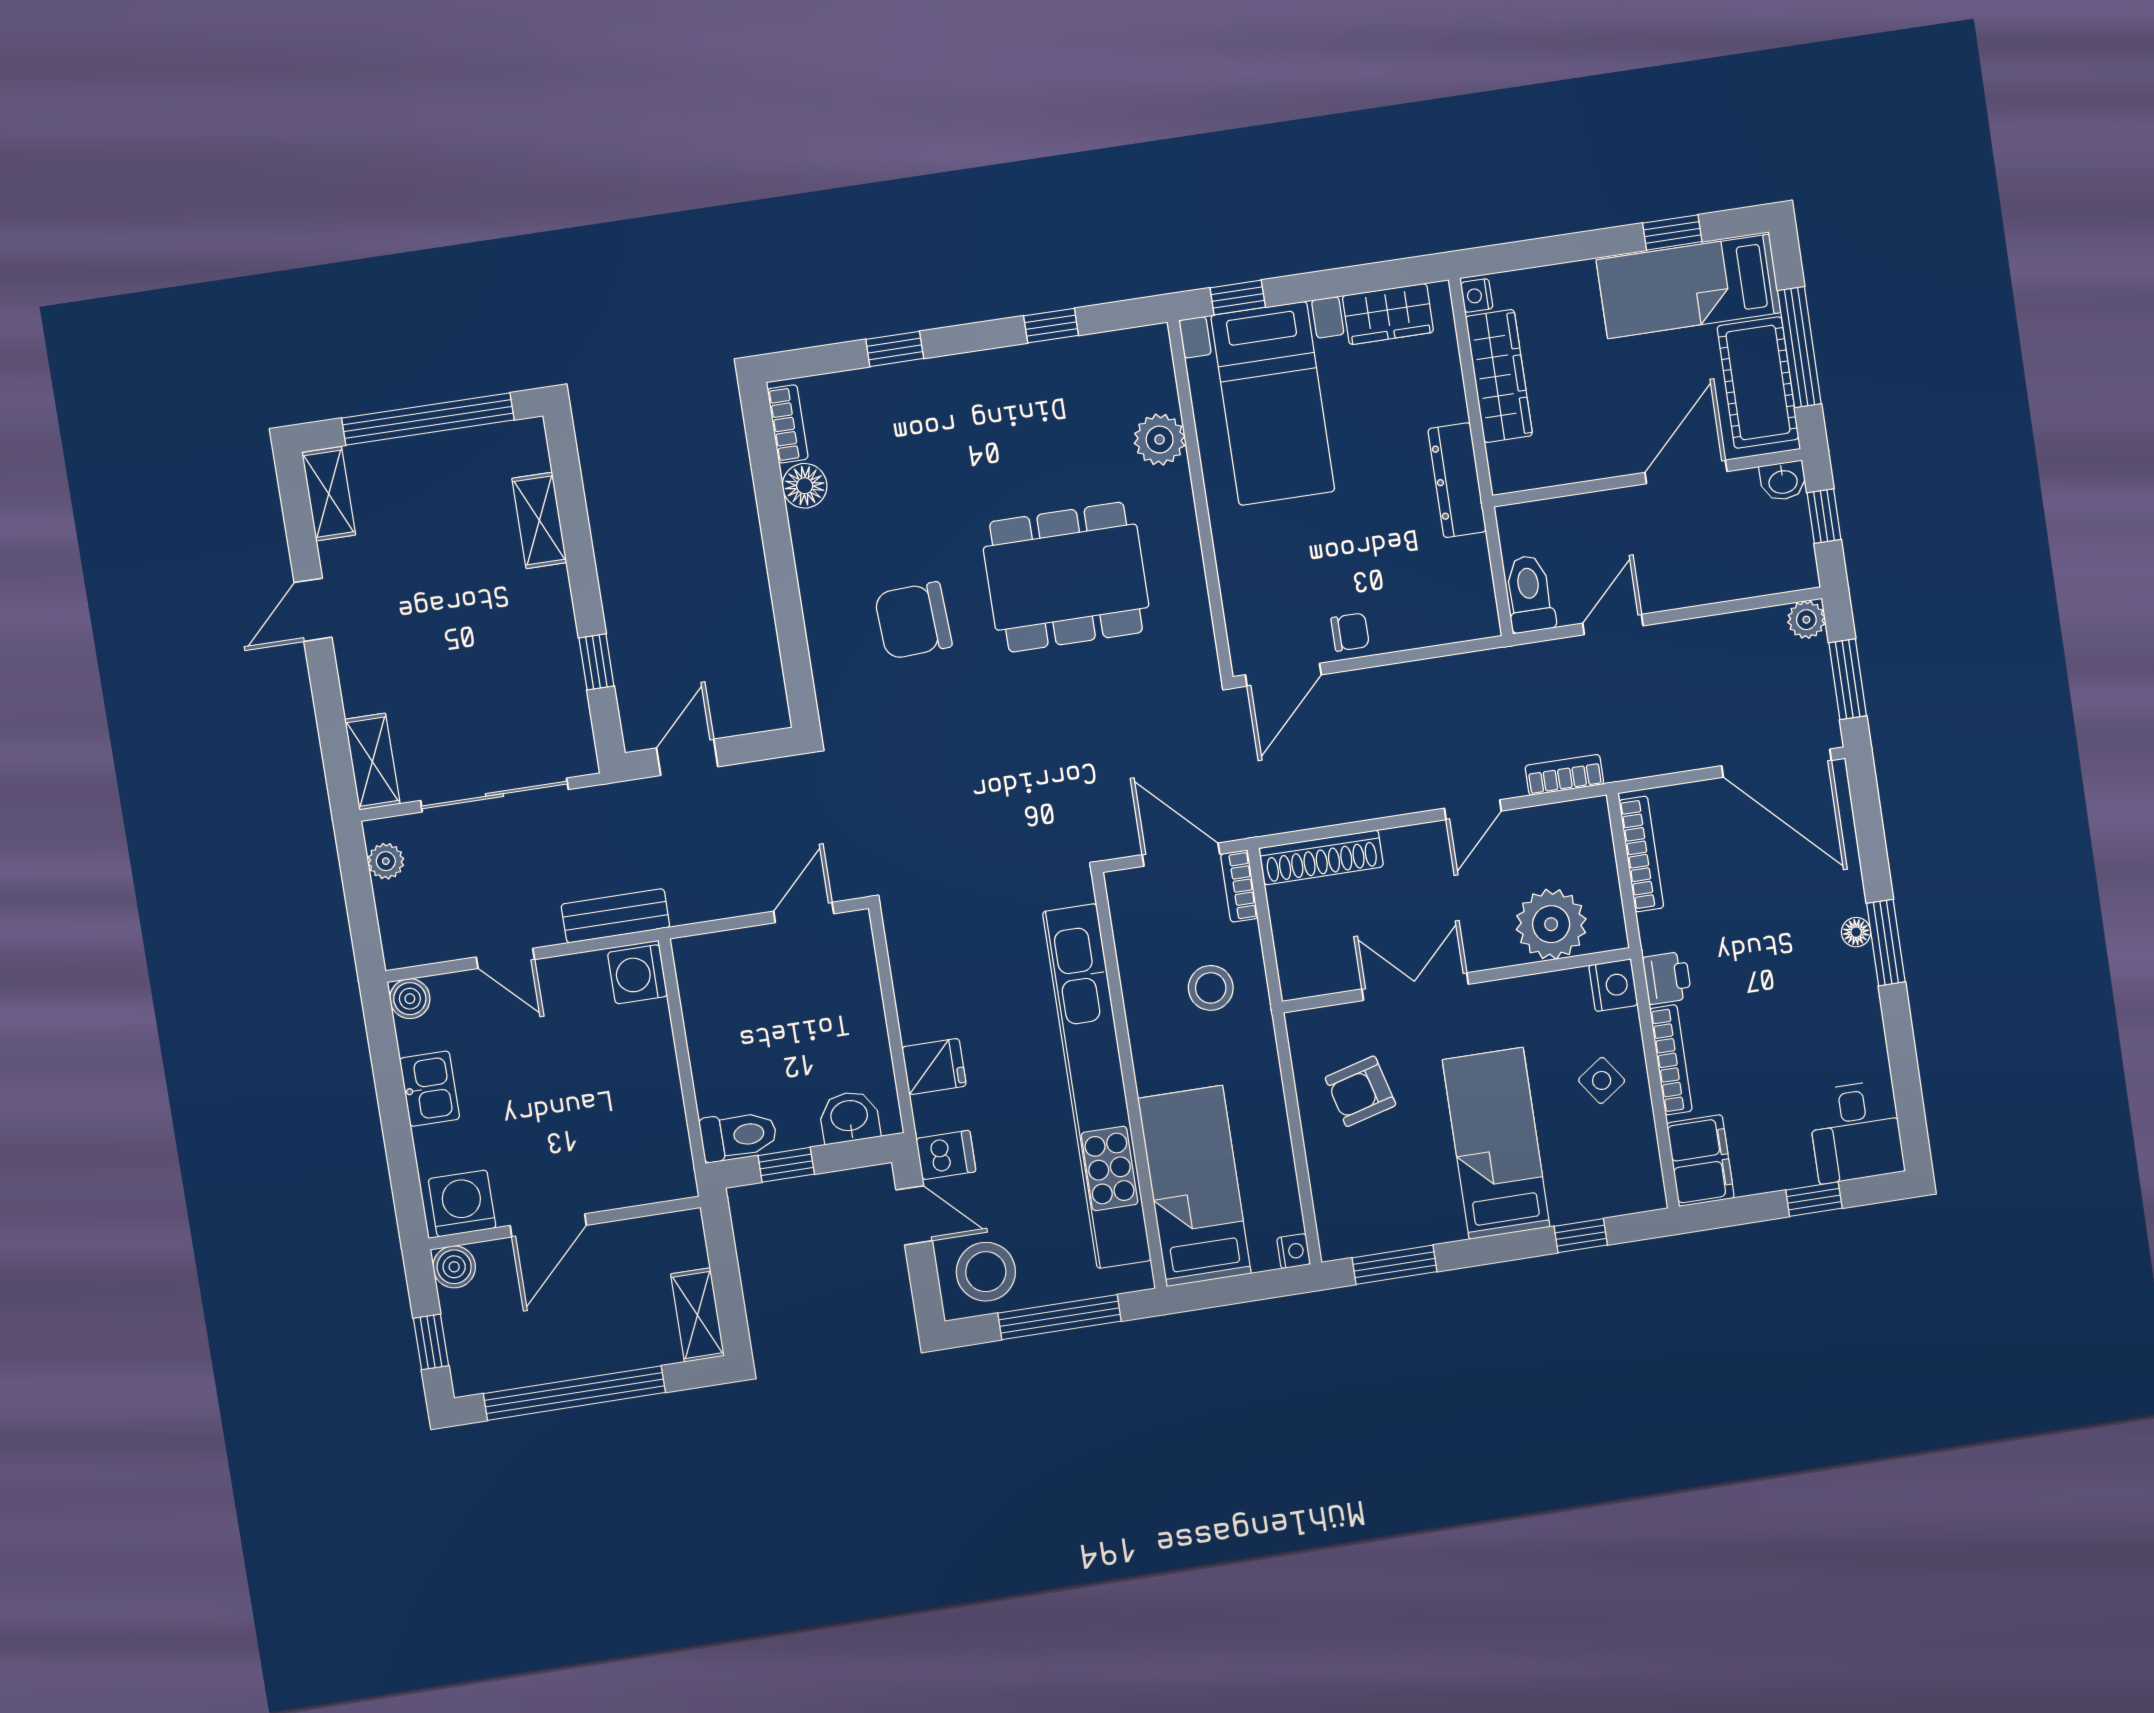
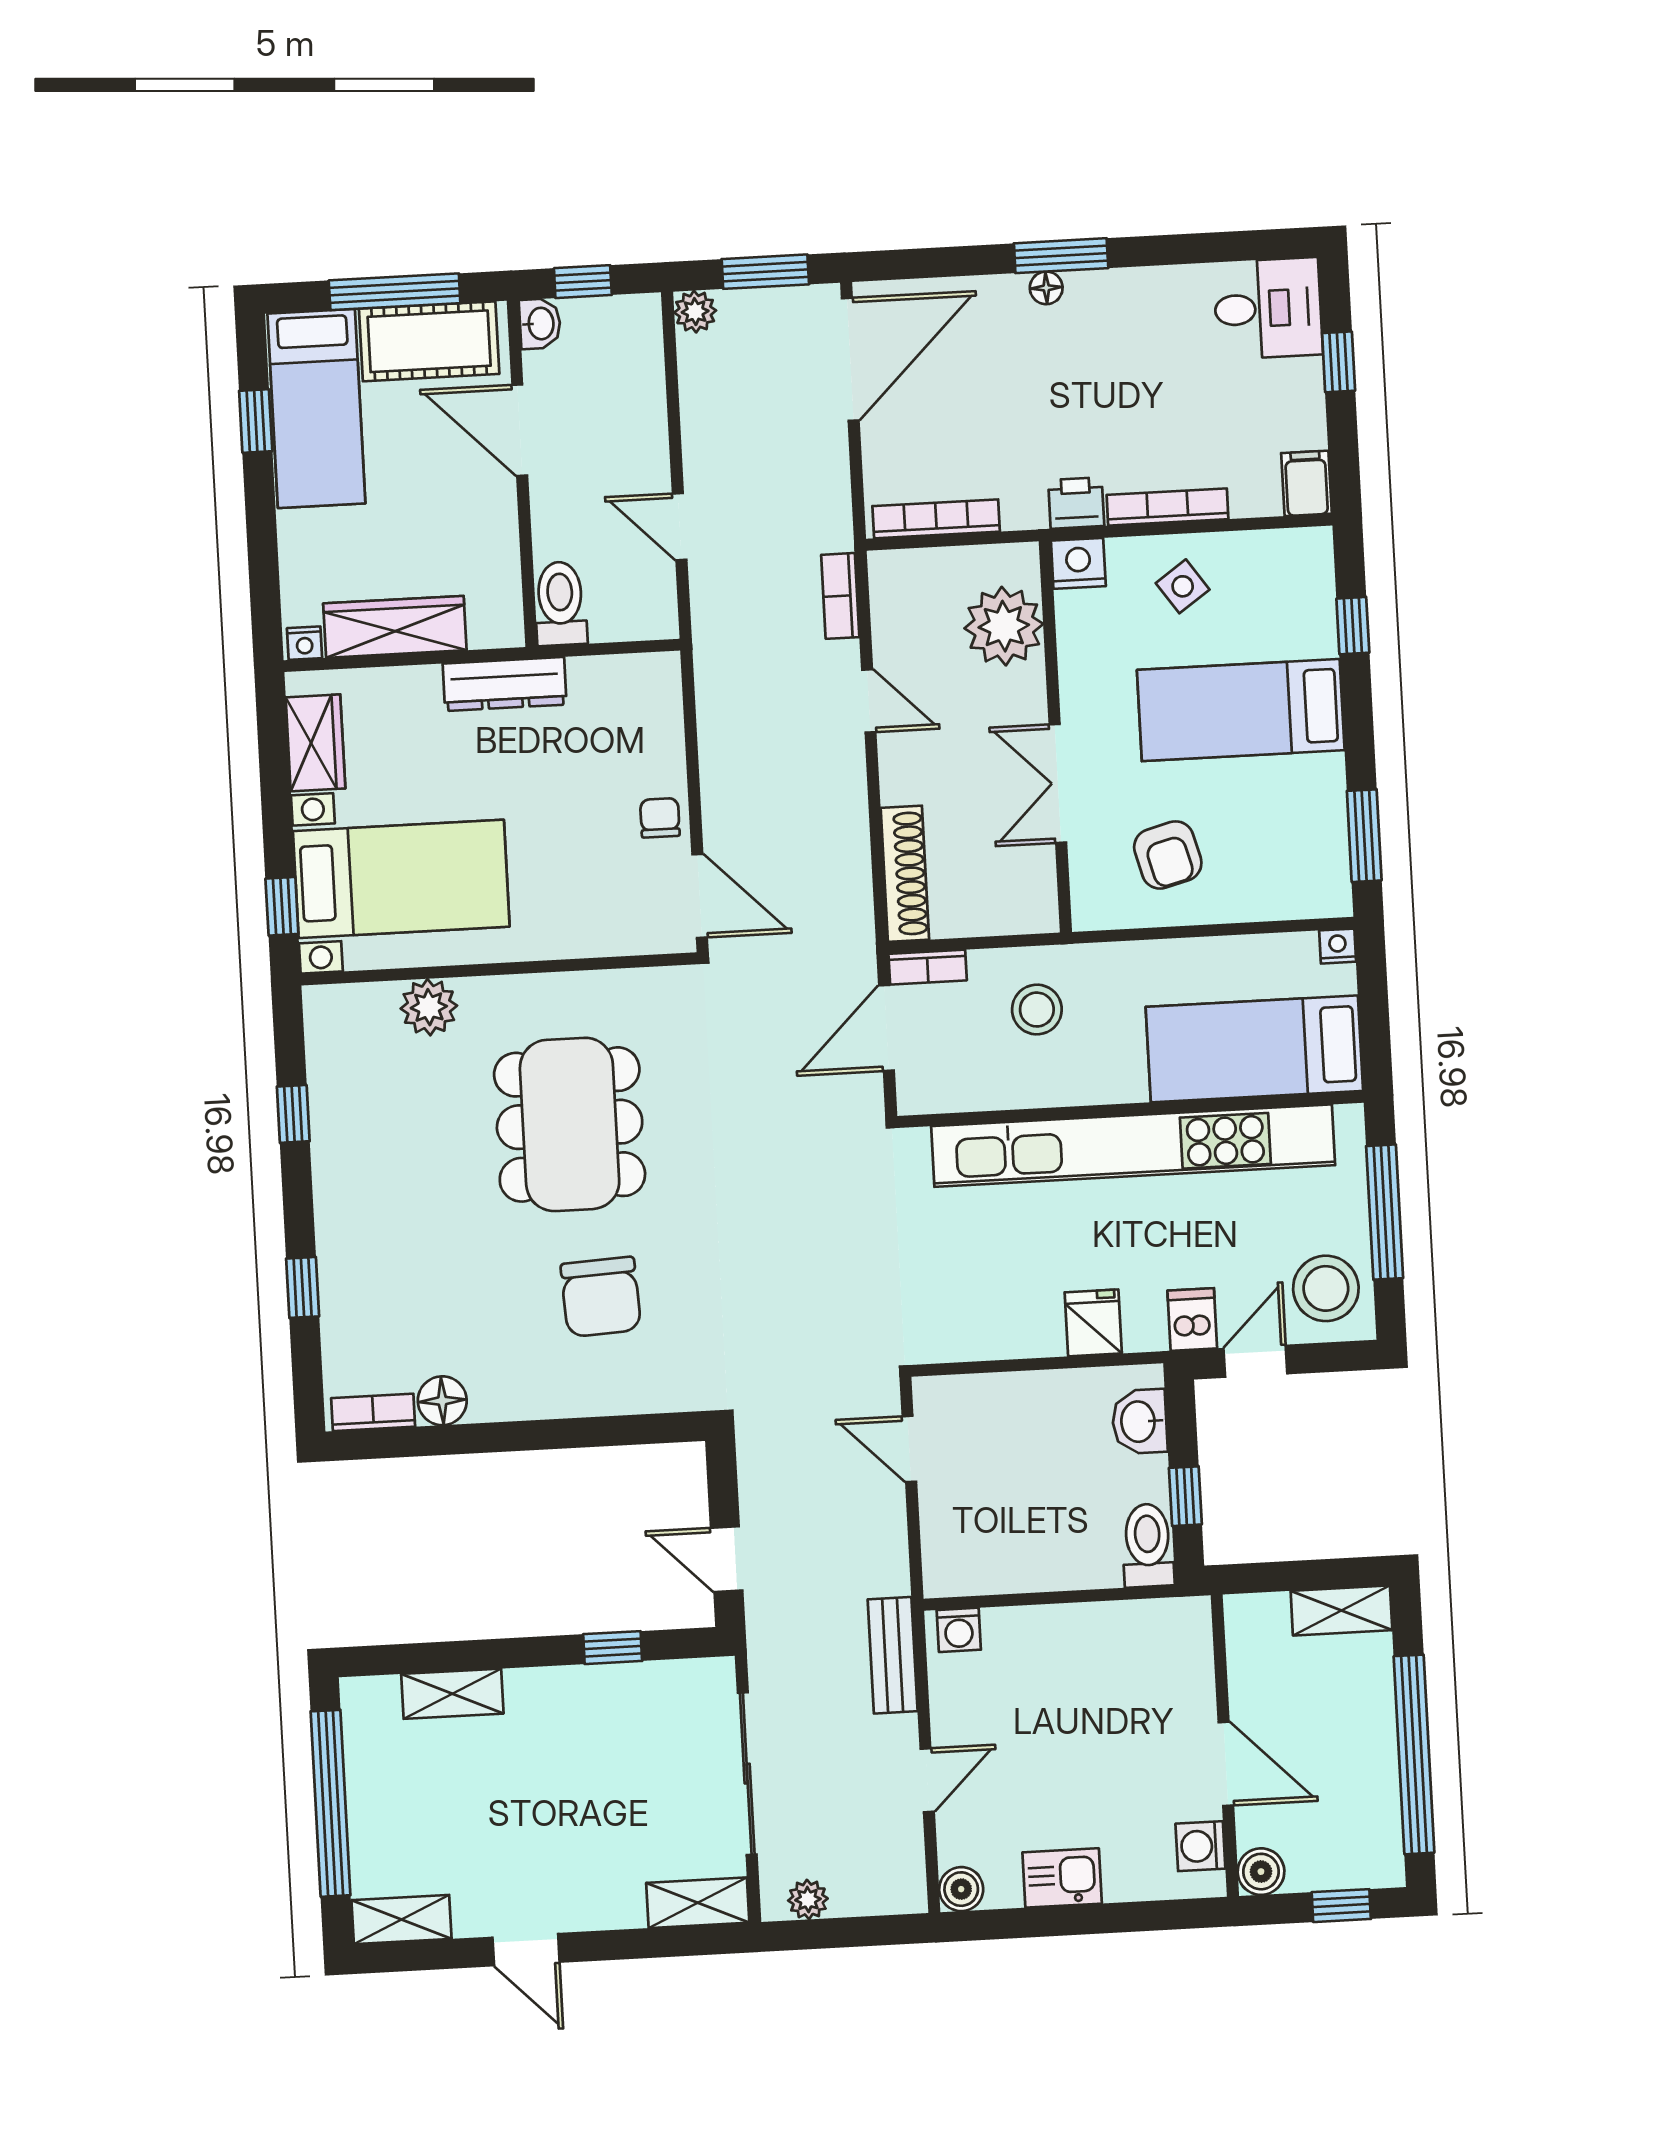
toilet: (1530, 594) -> (560, 604), moved, turned 90
washing machine: (637, 974) -> (959, 1630), width x0.73, depth x0.73
filing cabinet: (1700, 1161) -> (1306, 483), width x0.50
washing machine: (462, 1203) -> (1200, 1846), width x0.73, depth x0.73

